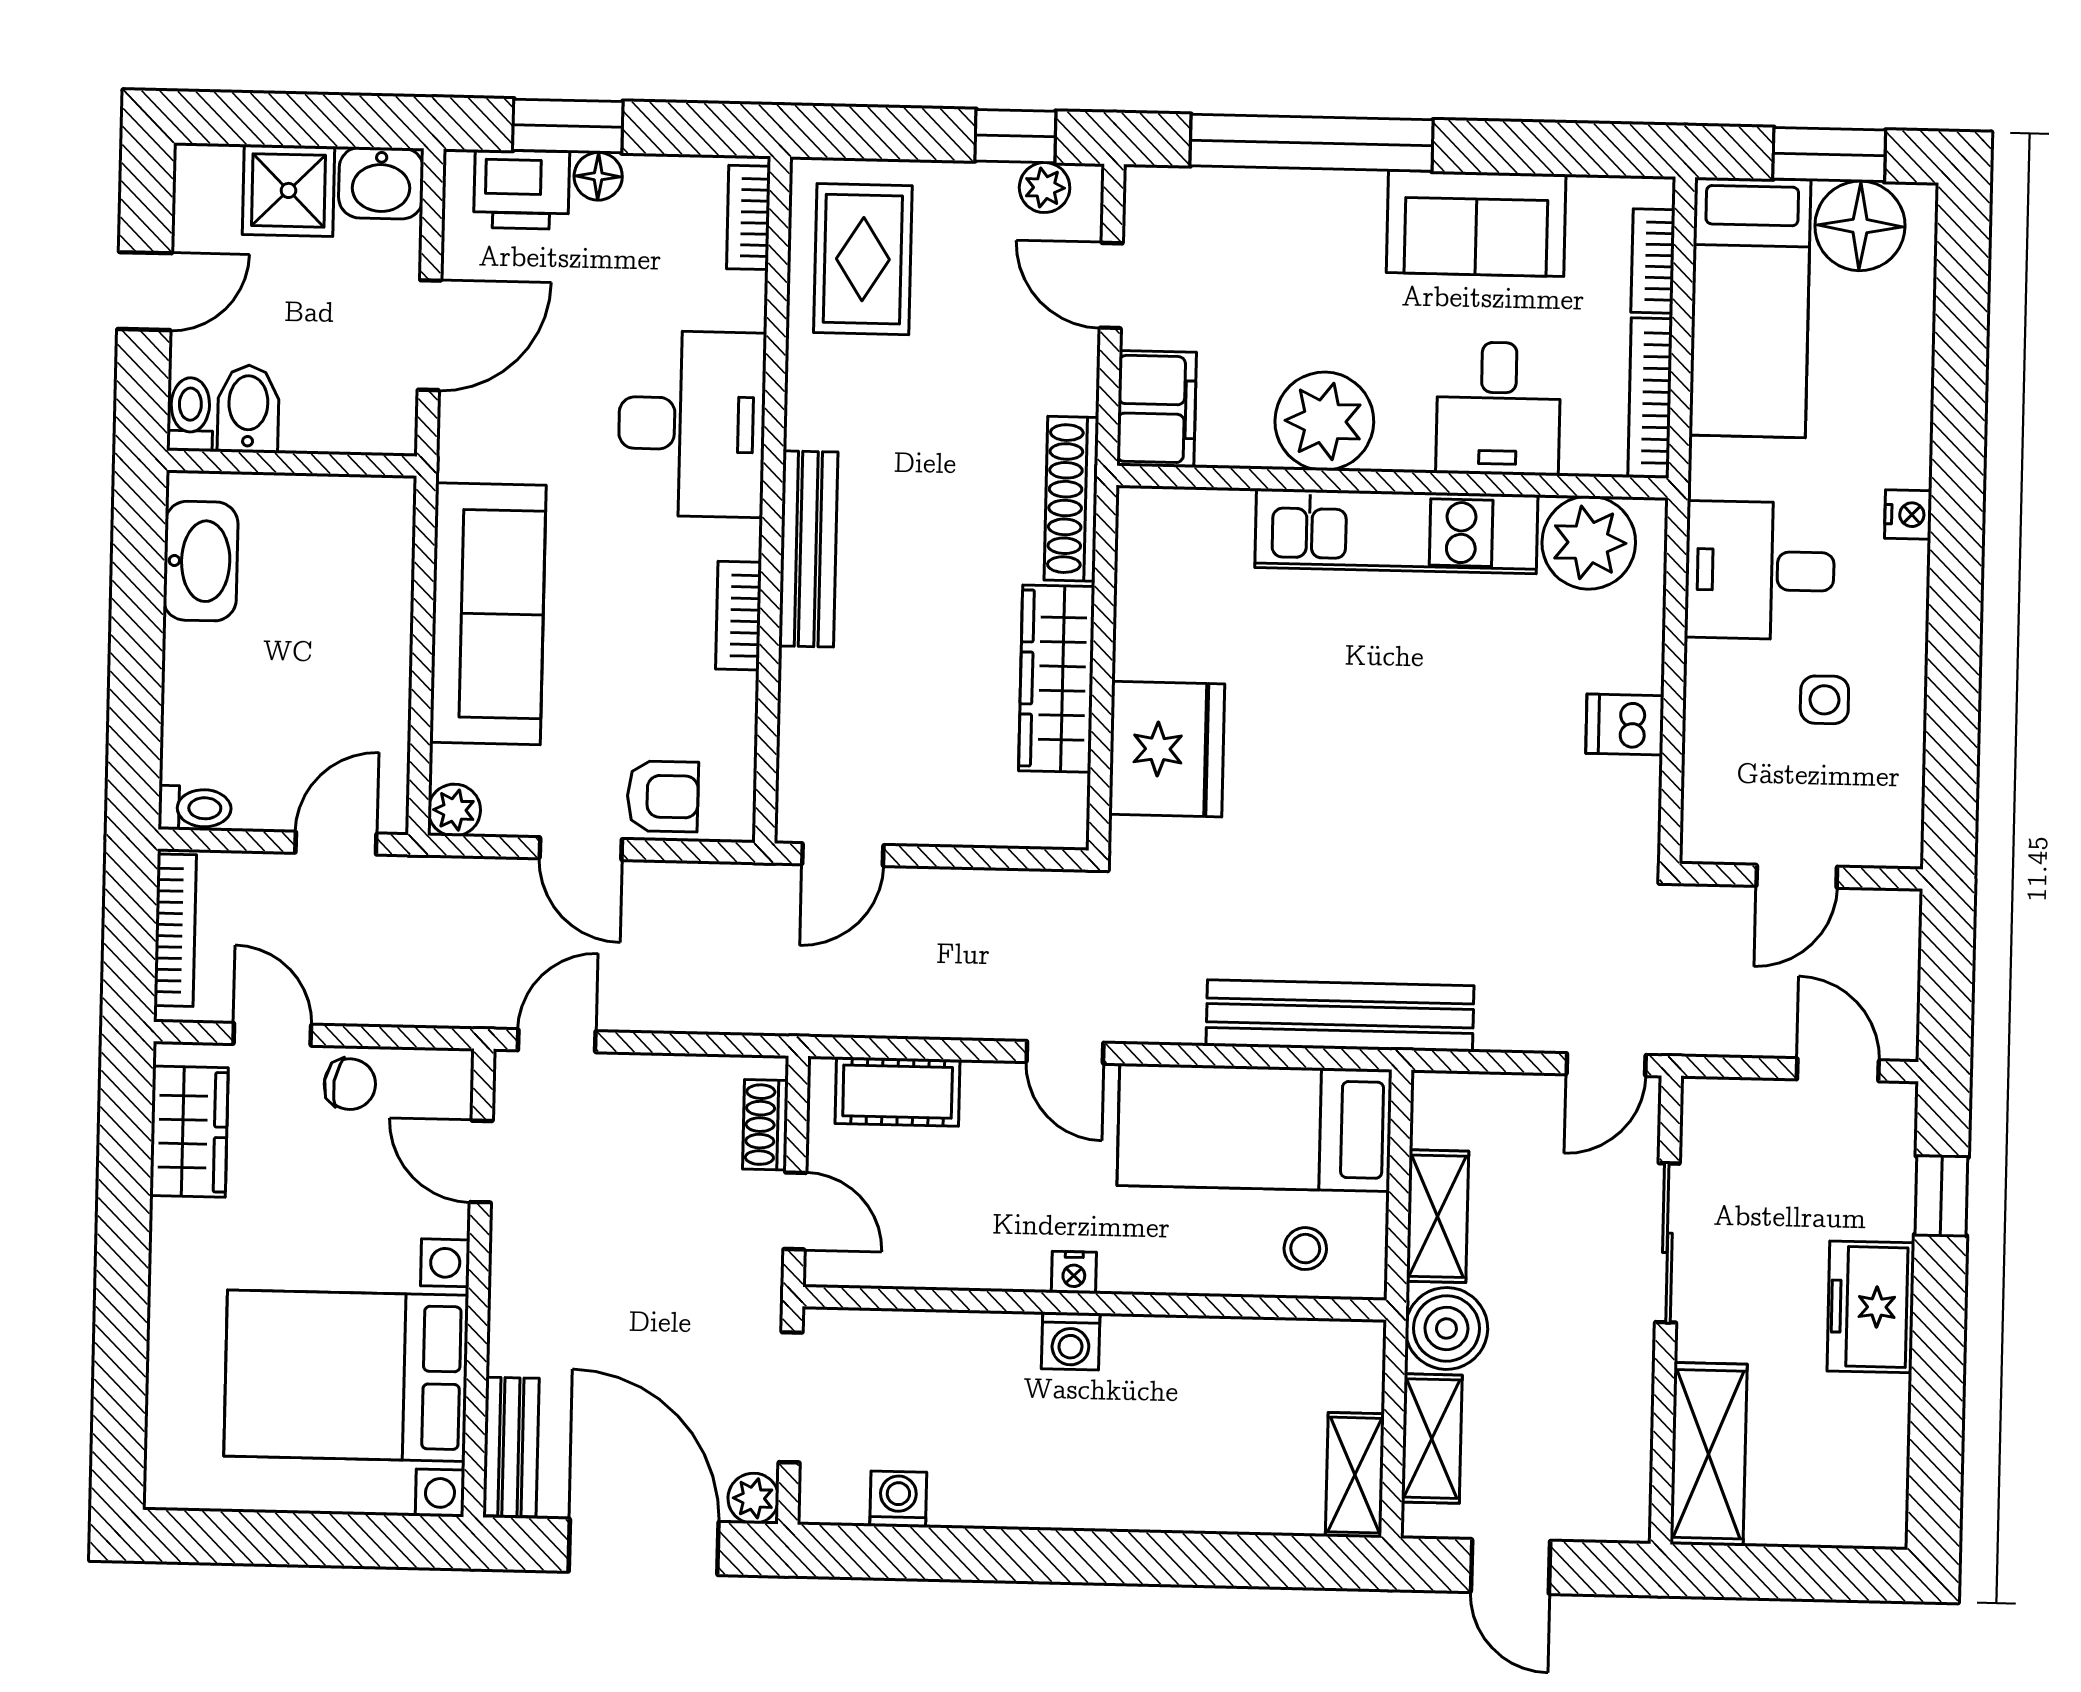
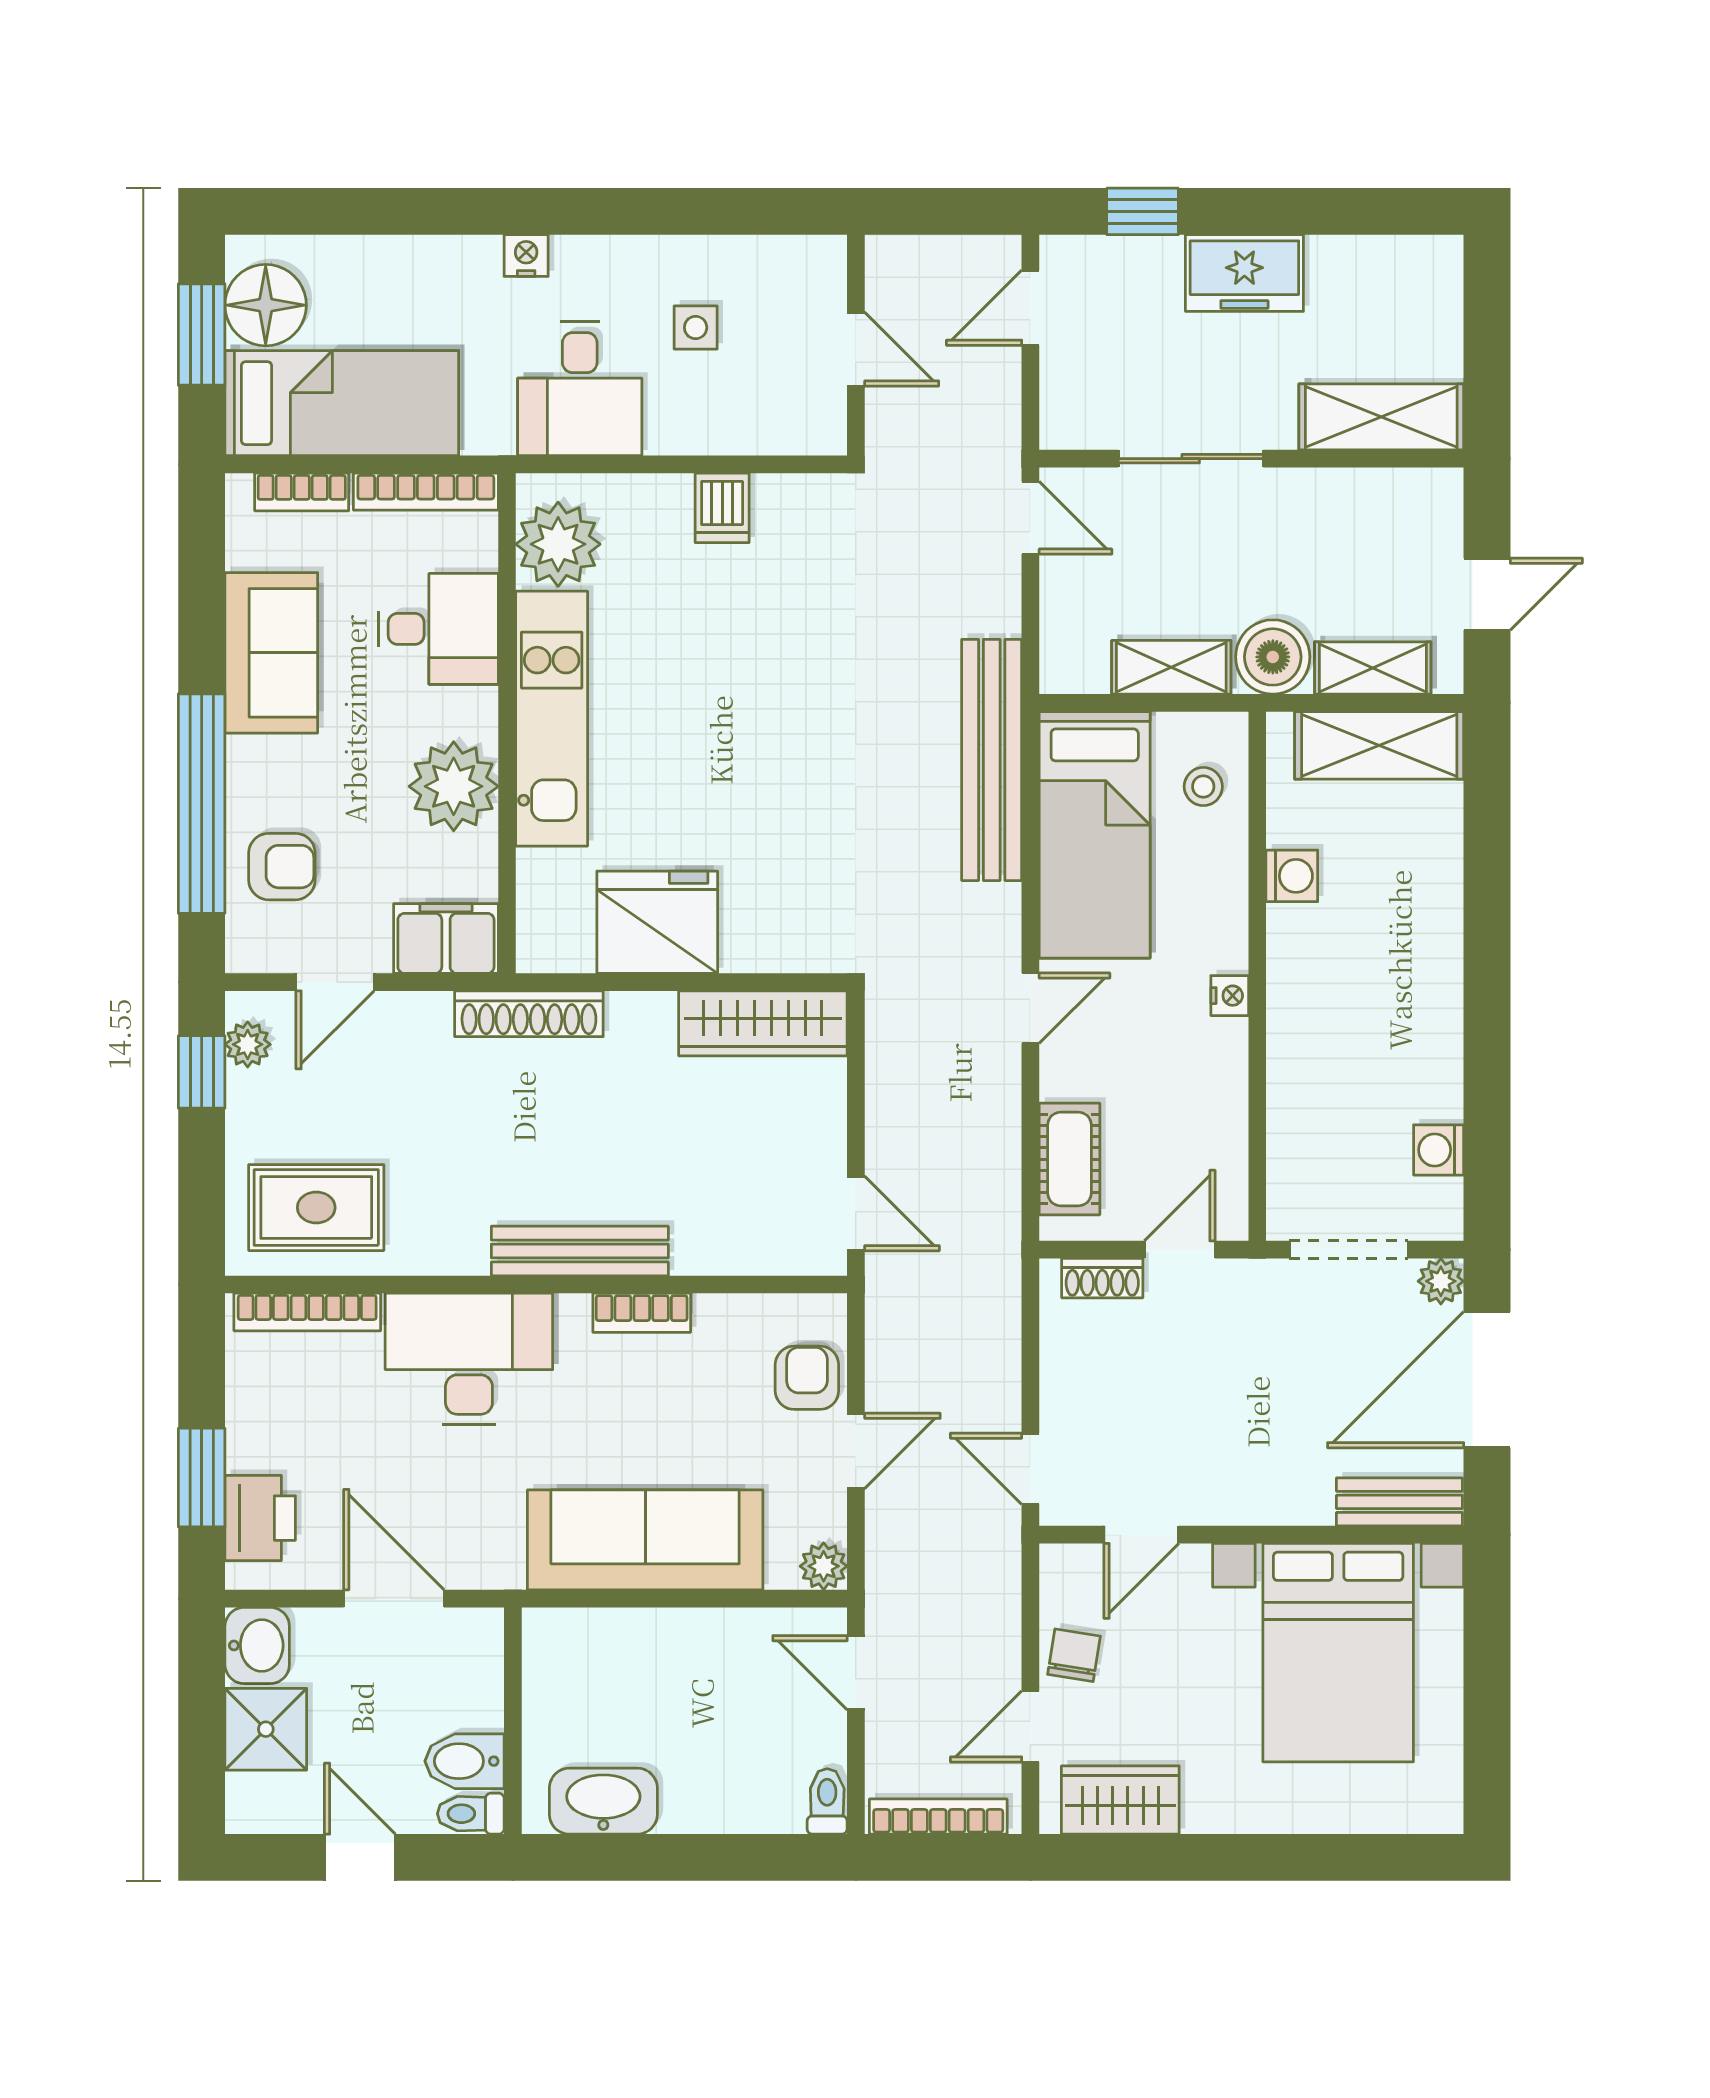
floor lamp: (598, 176) -> (247, 1449), removed
bookcase: (748, 217) -> (307, 1312), width x1.56
armchair: (1240, 230) -> (282, 867), added
wardrobe: (1057, 679) -> (763, 1023), moved
fridge: (1167, 749) -> (657, 922), moved
washing machine: (1071, 1341) -> (1292, 876), moved
shelving: (1355, 1475) -> (1379, 745), width x1.50, depth x1.33

